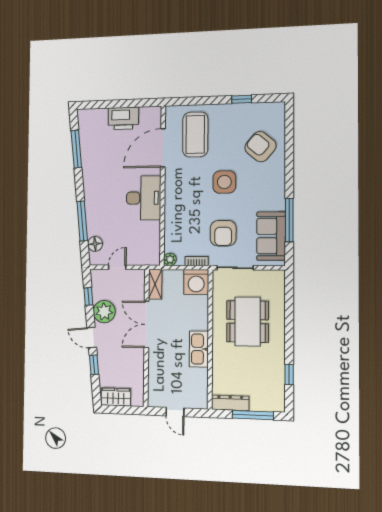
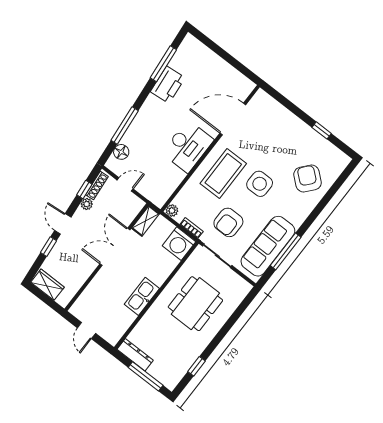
printer: (123, 118) -> (168, 85), moved, turned -96
coffee table: (195, 134) -> (223, 174), moved
sofa: (271, 236) -> (268, 246), width x1.36
shoe rack: (96, 286) -> (97, 186), added
plant: (104, 312) -> (87, 204), width x0.53, depth x0.53

